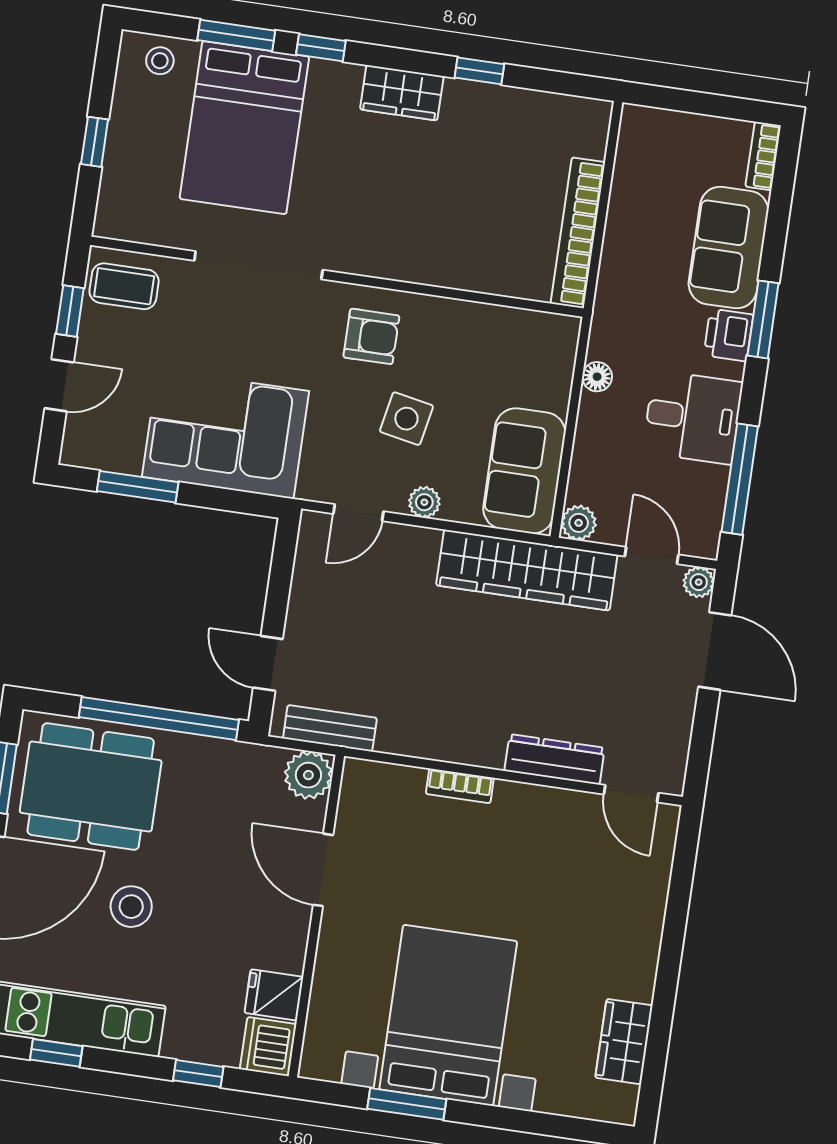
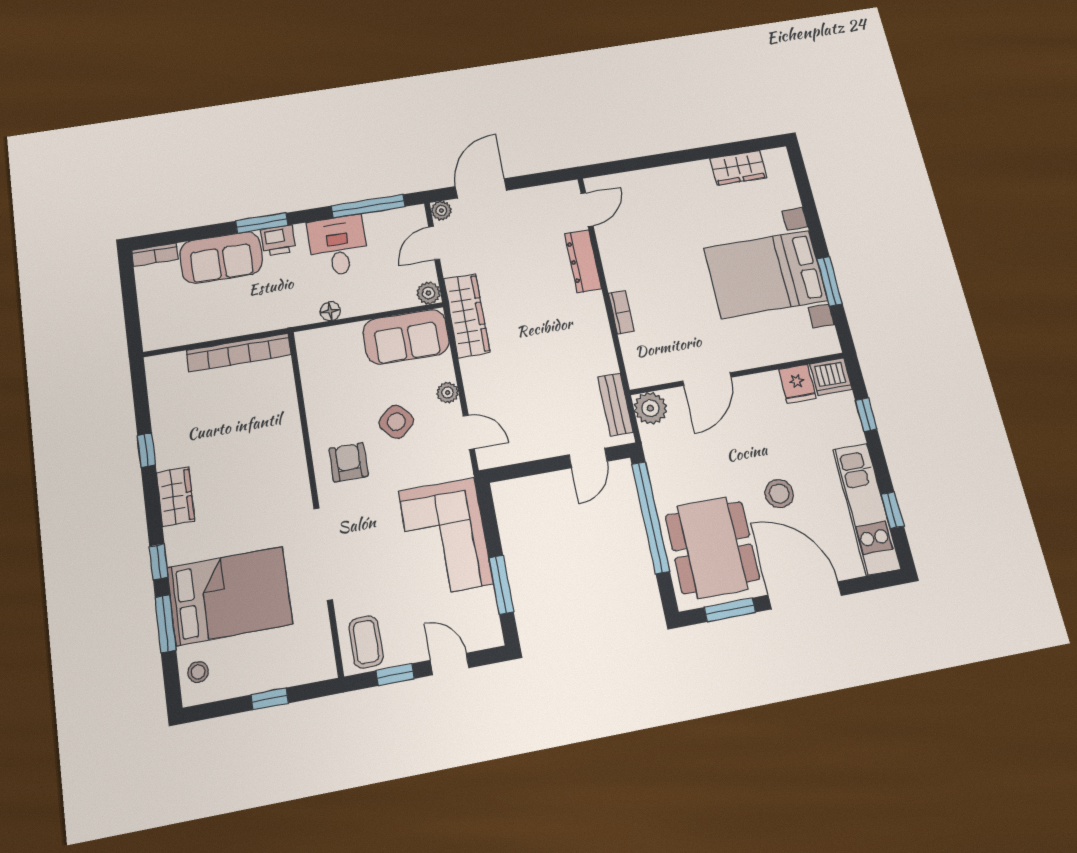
side table: (406, 419) -> (396, 422), turned 36
wardrobe: (527, 570) -> (467, 315), width x0.71, depth x0.85

